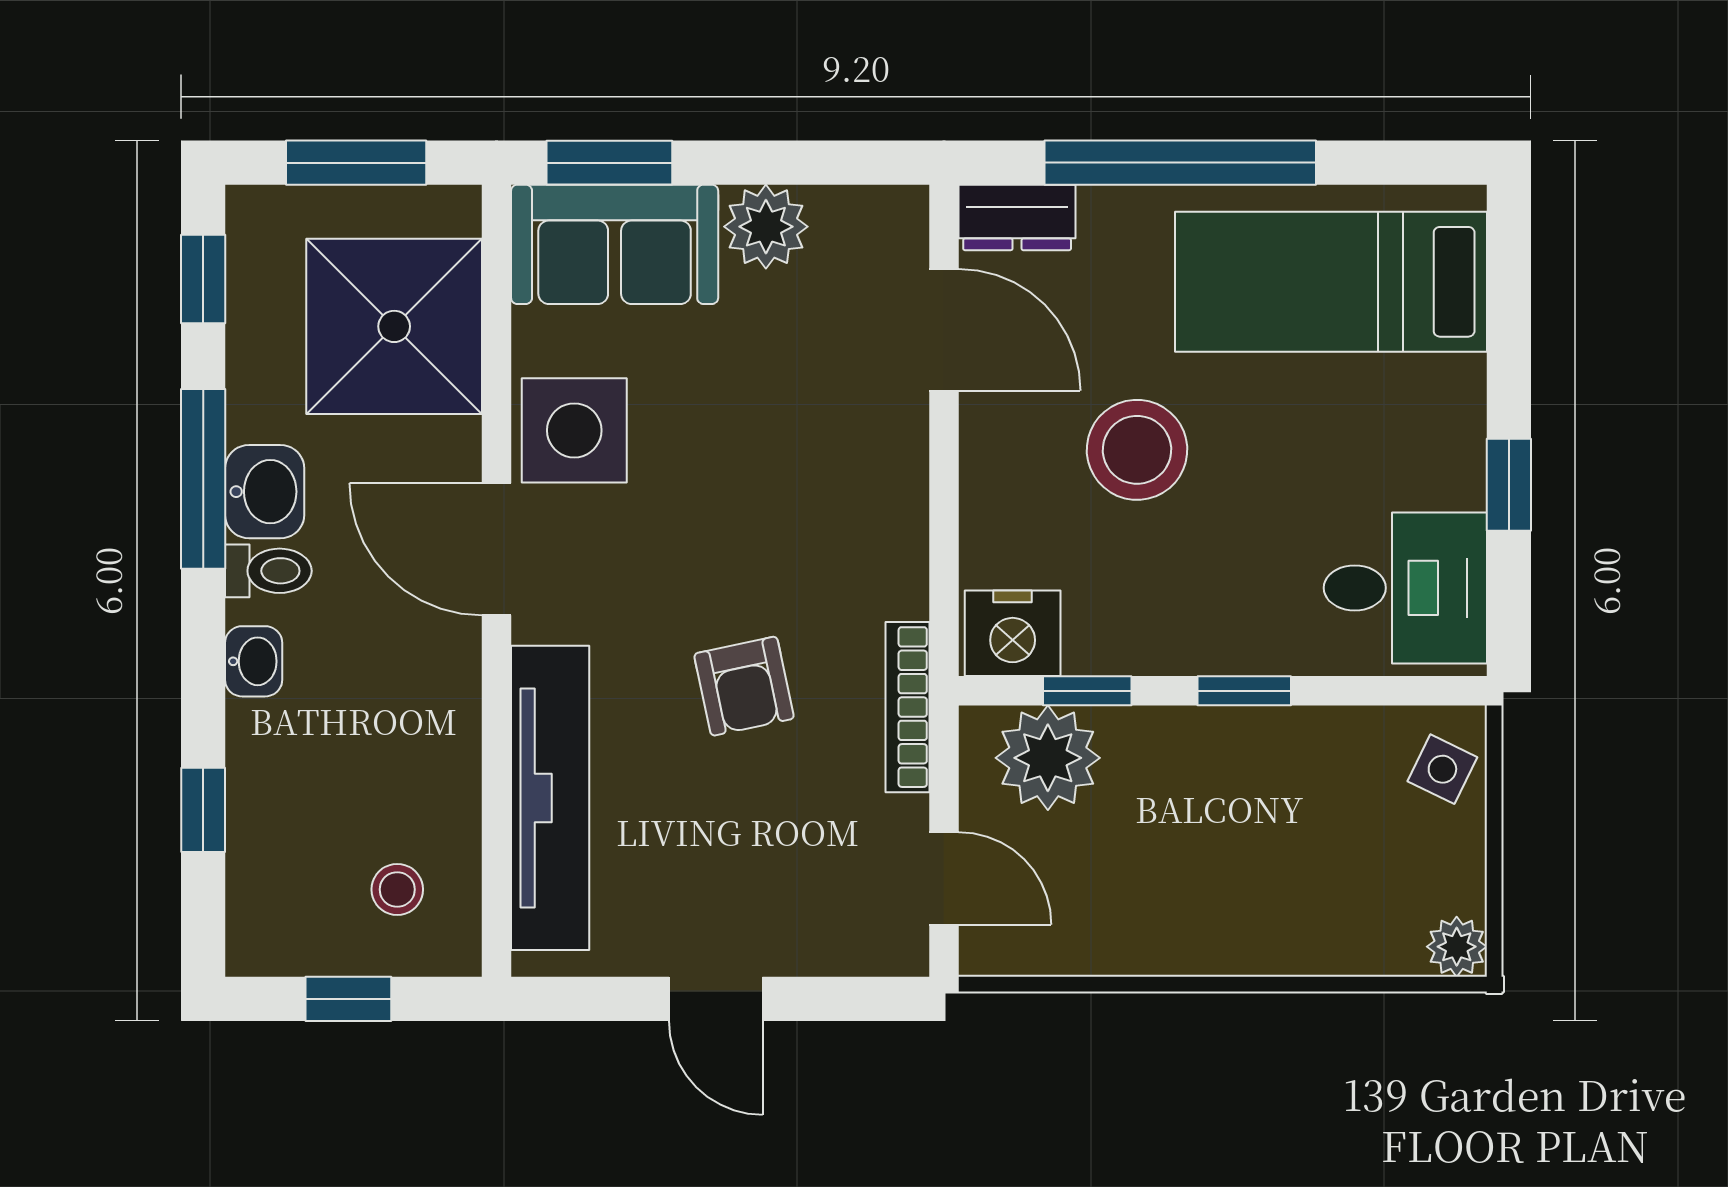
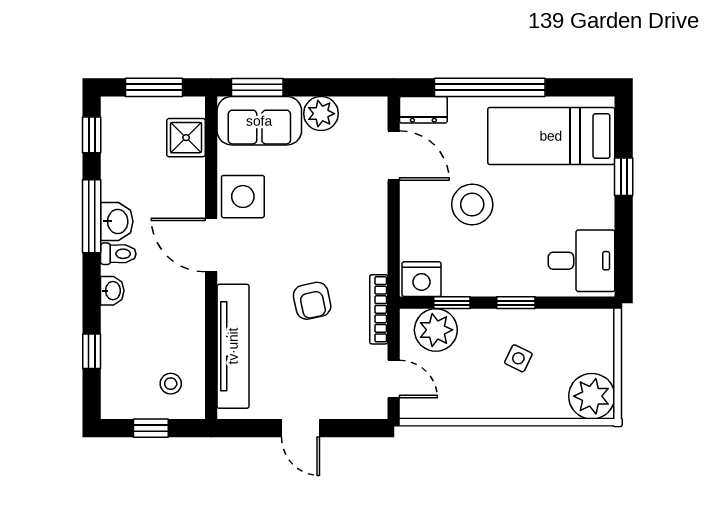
shower: (394, 326) -> (186, 138), width x0.54, depth x0.54
window: (1509, 485) -> (624, 177), moved
side table: (1442, 769) -> (518, 358), moved
plant: (1457, 947) -> (592, 396), width x1.88, depth x1.88

